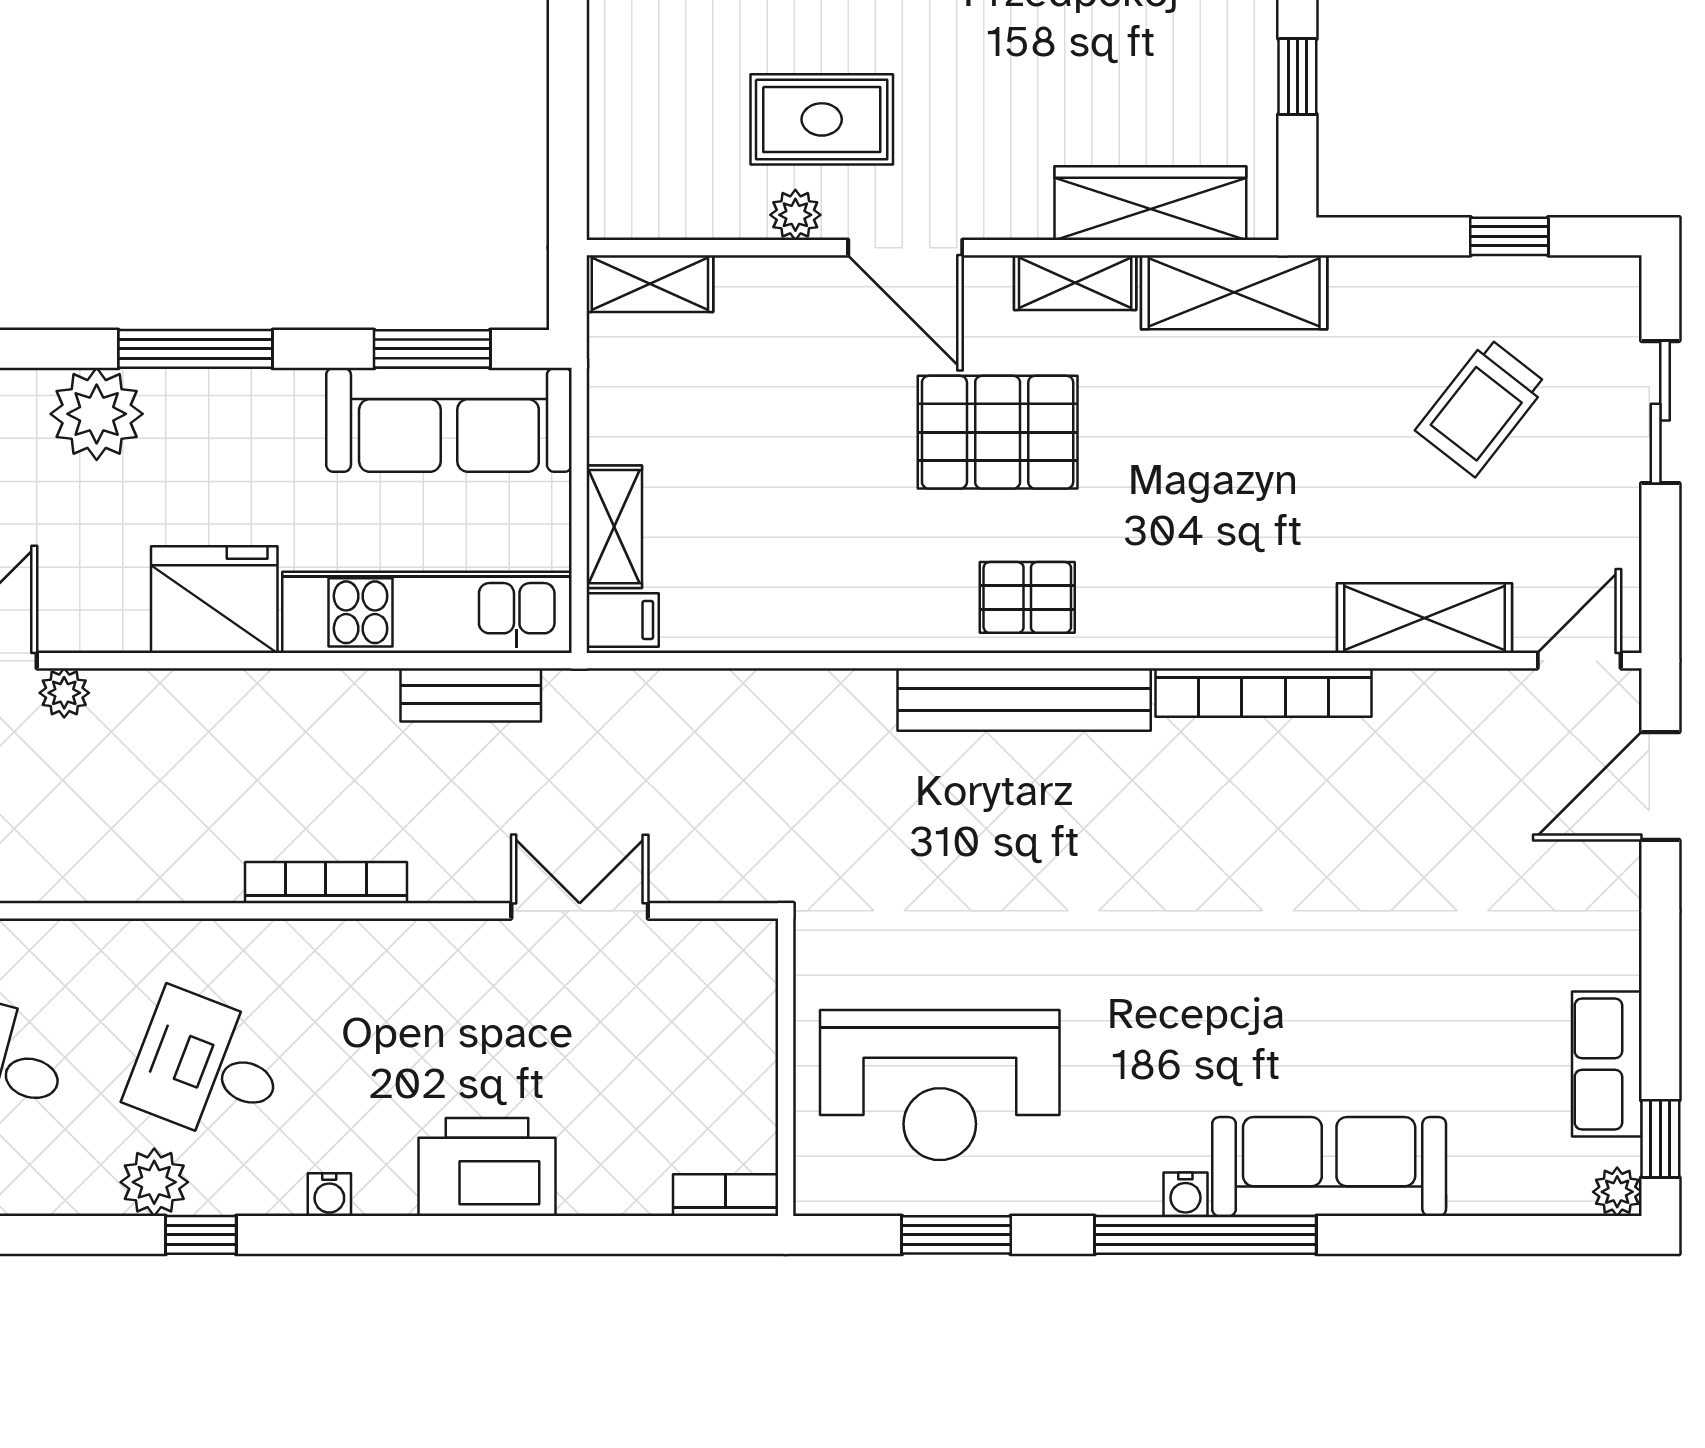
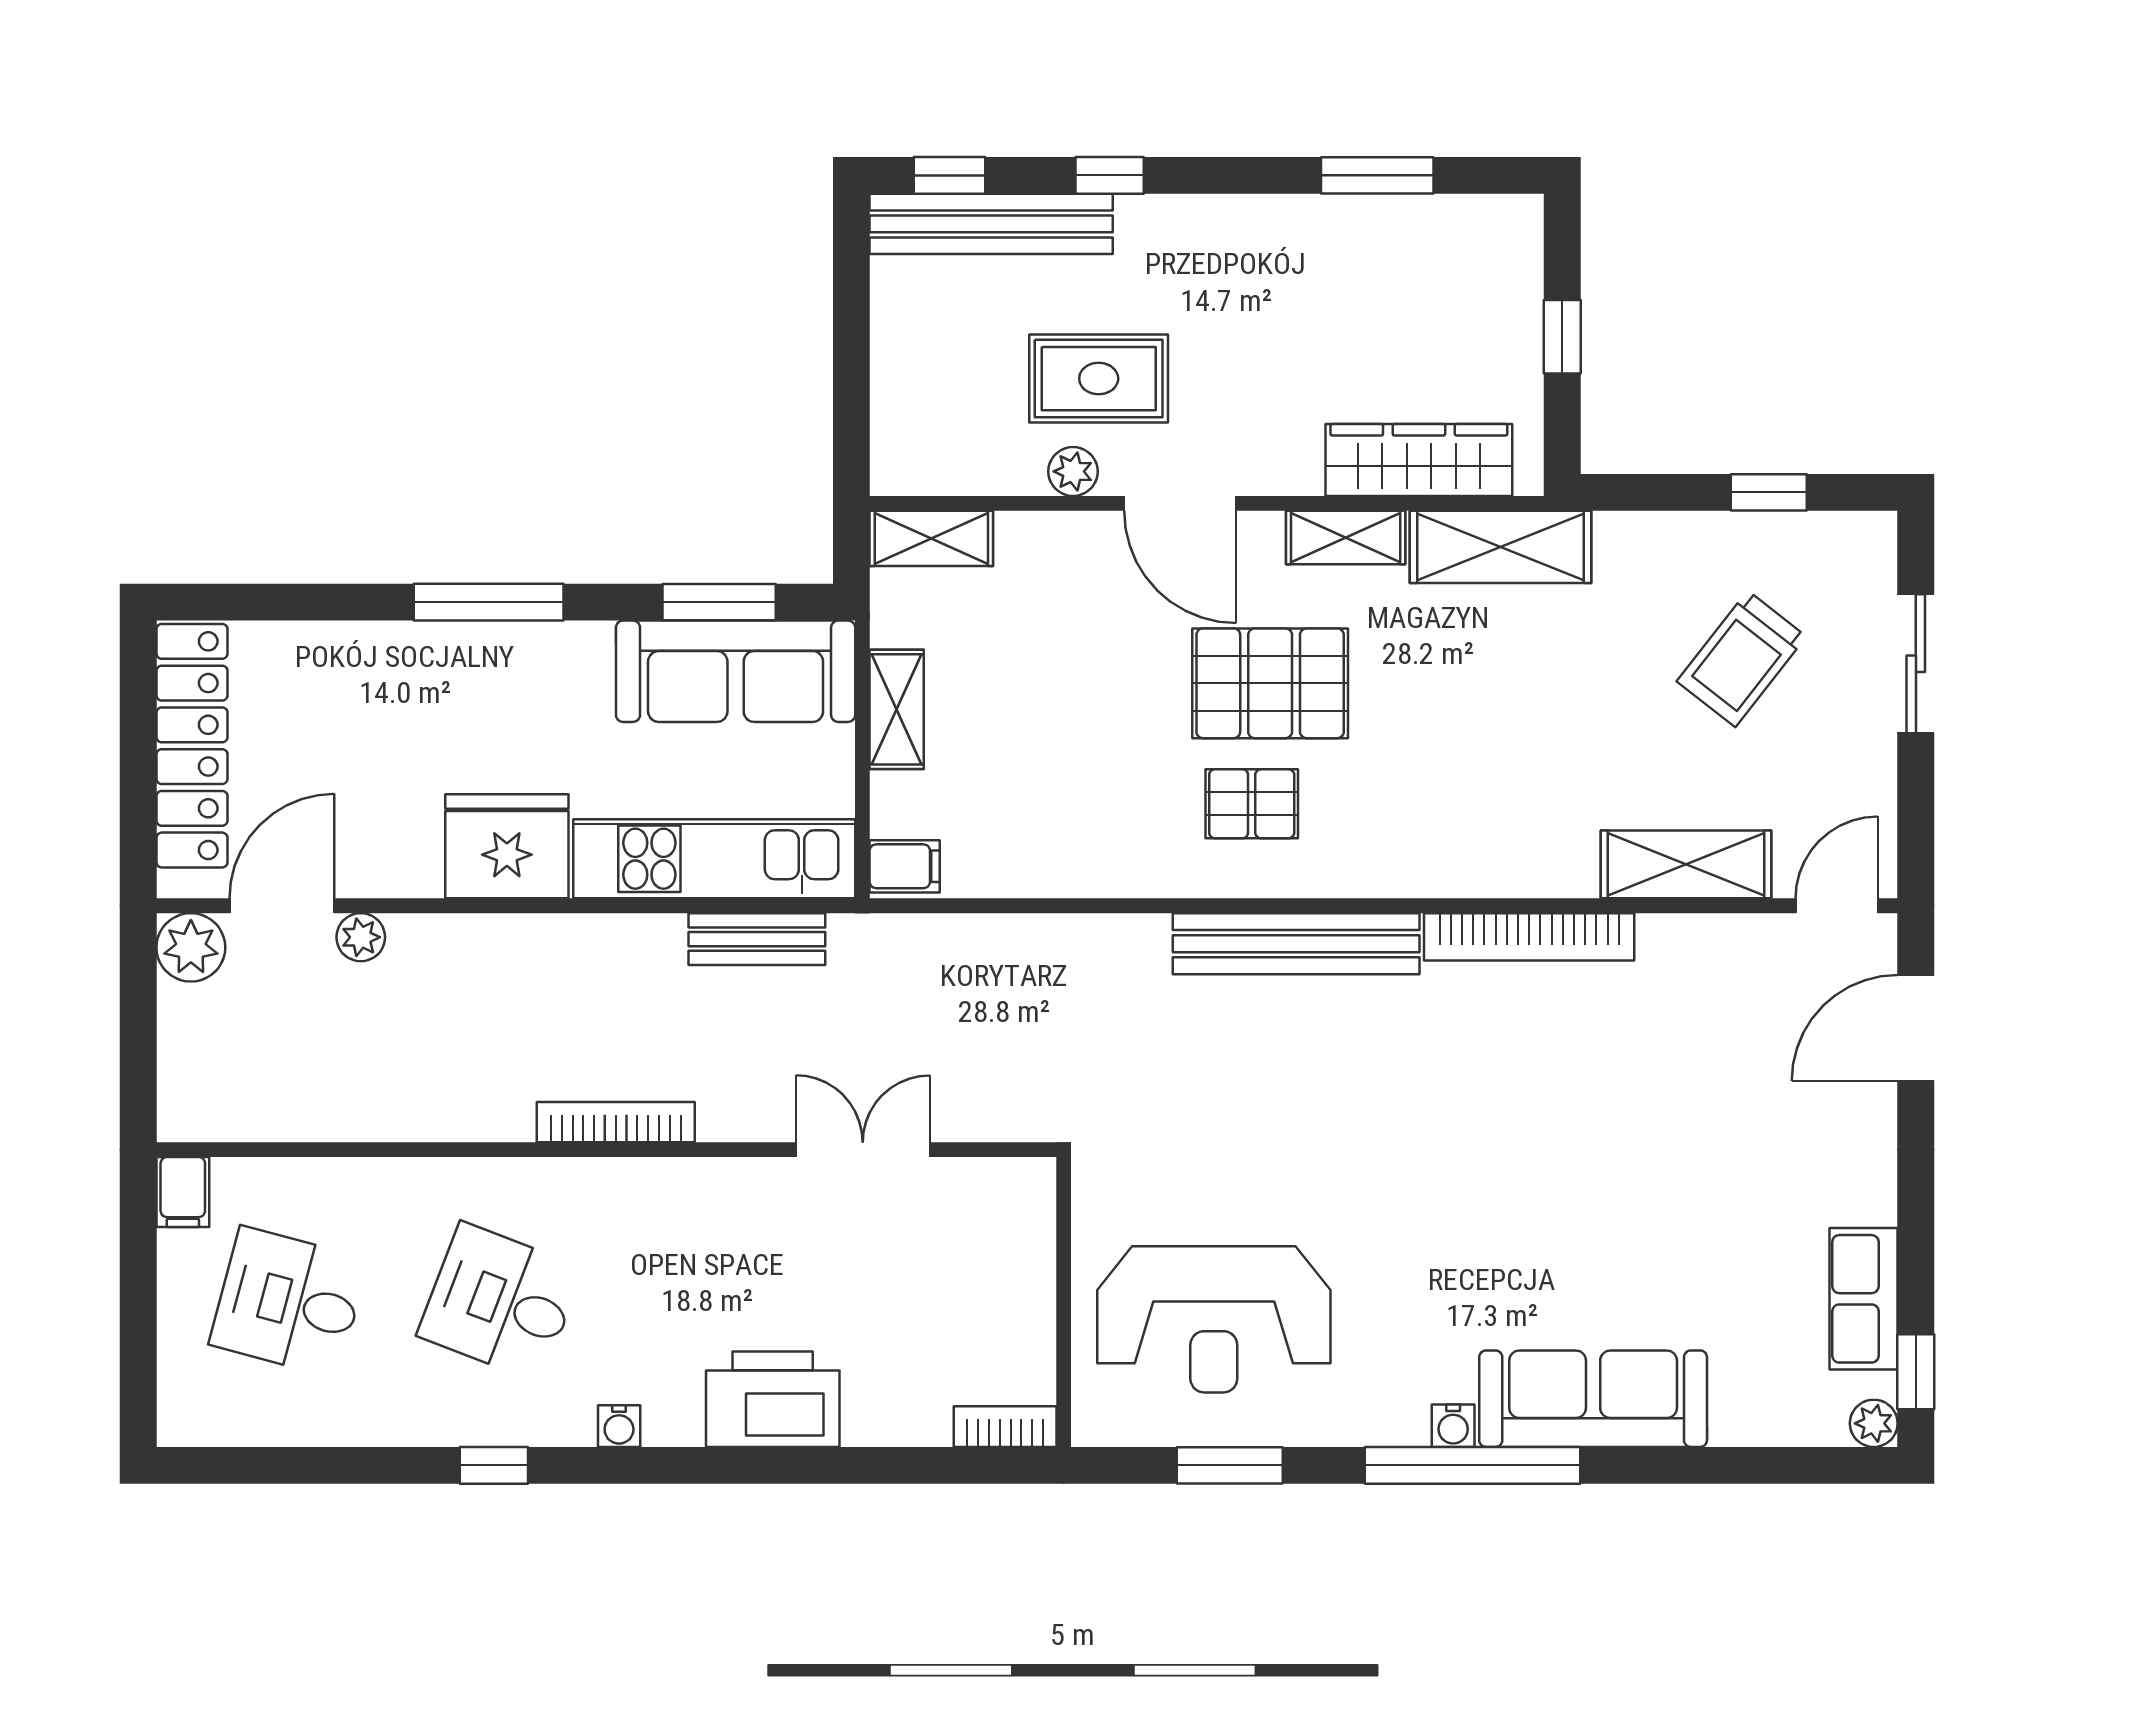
plant: (97, 414) -> (392, 665), removed
shelving: (614, 527) -> (897, 709), moved
pallet: (1027, 597) -> (1252, 804), moved
plant: (154, 1182) -> (448, 1414), removed

